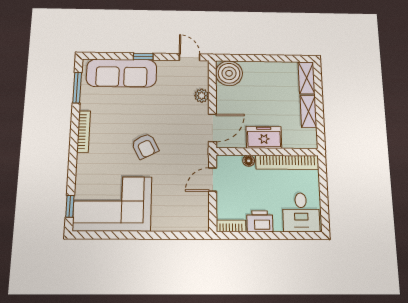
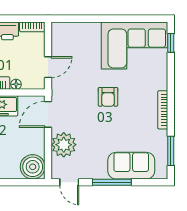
window: (143, 57) -> (112, 182), width x2.17
sofa: (122, 73) -> (131, 166), width x0.73
plant: (202, 96) -> (64, 145), width x1.87, depth x1.87
armchair: (145, 146) -> (108, 97), turned -153

